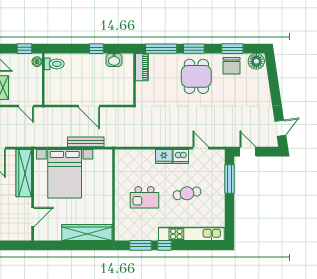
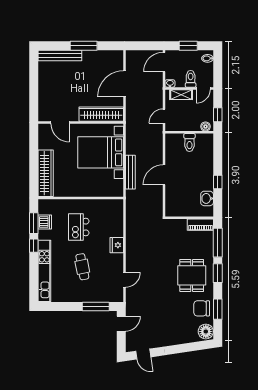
toilet: (54, 64) -> (189, 143), moved
dining table: (196, 76) -> (192, 275), turned 90
dishwasher: (181, 156) -> (45, 222), moved, turned 180

